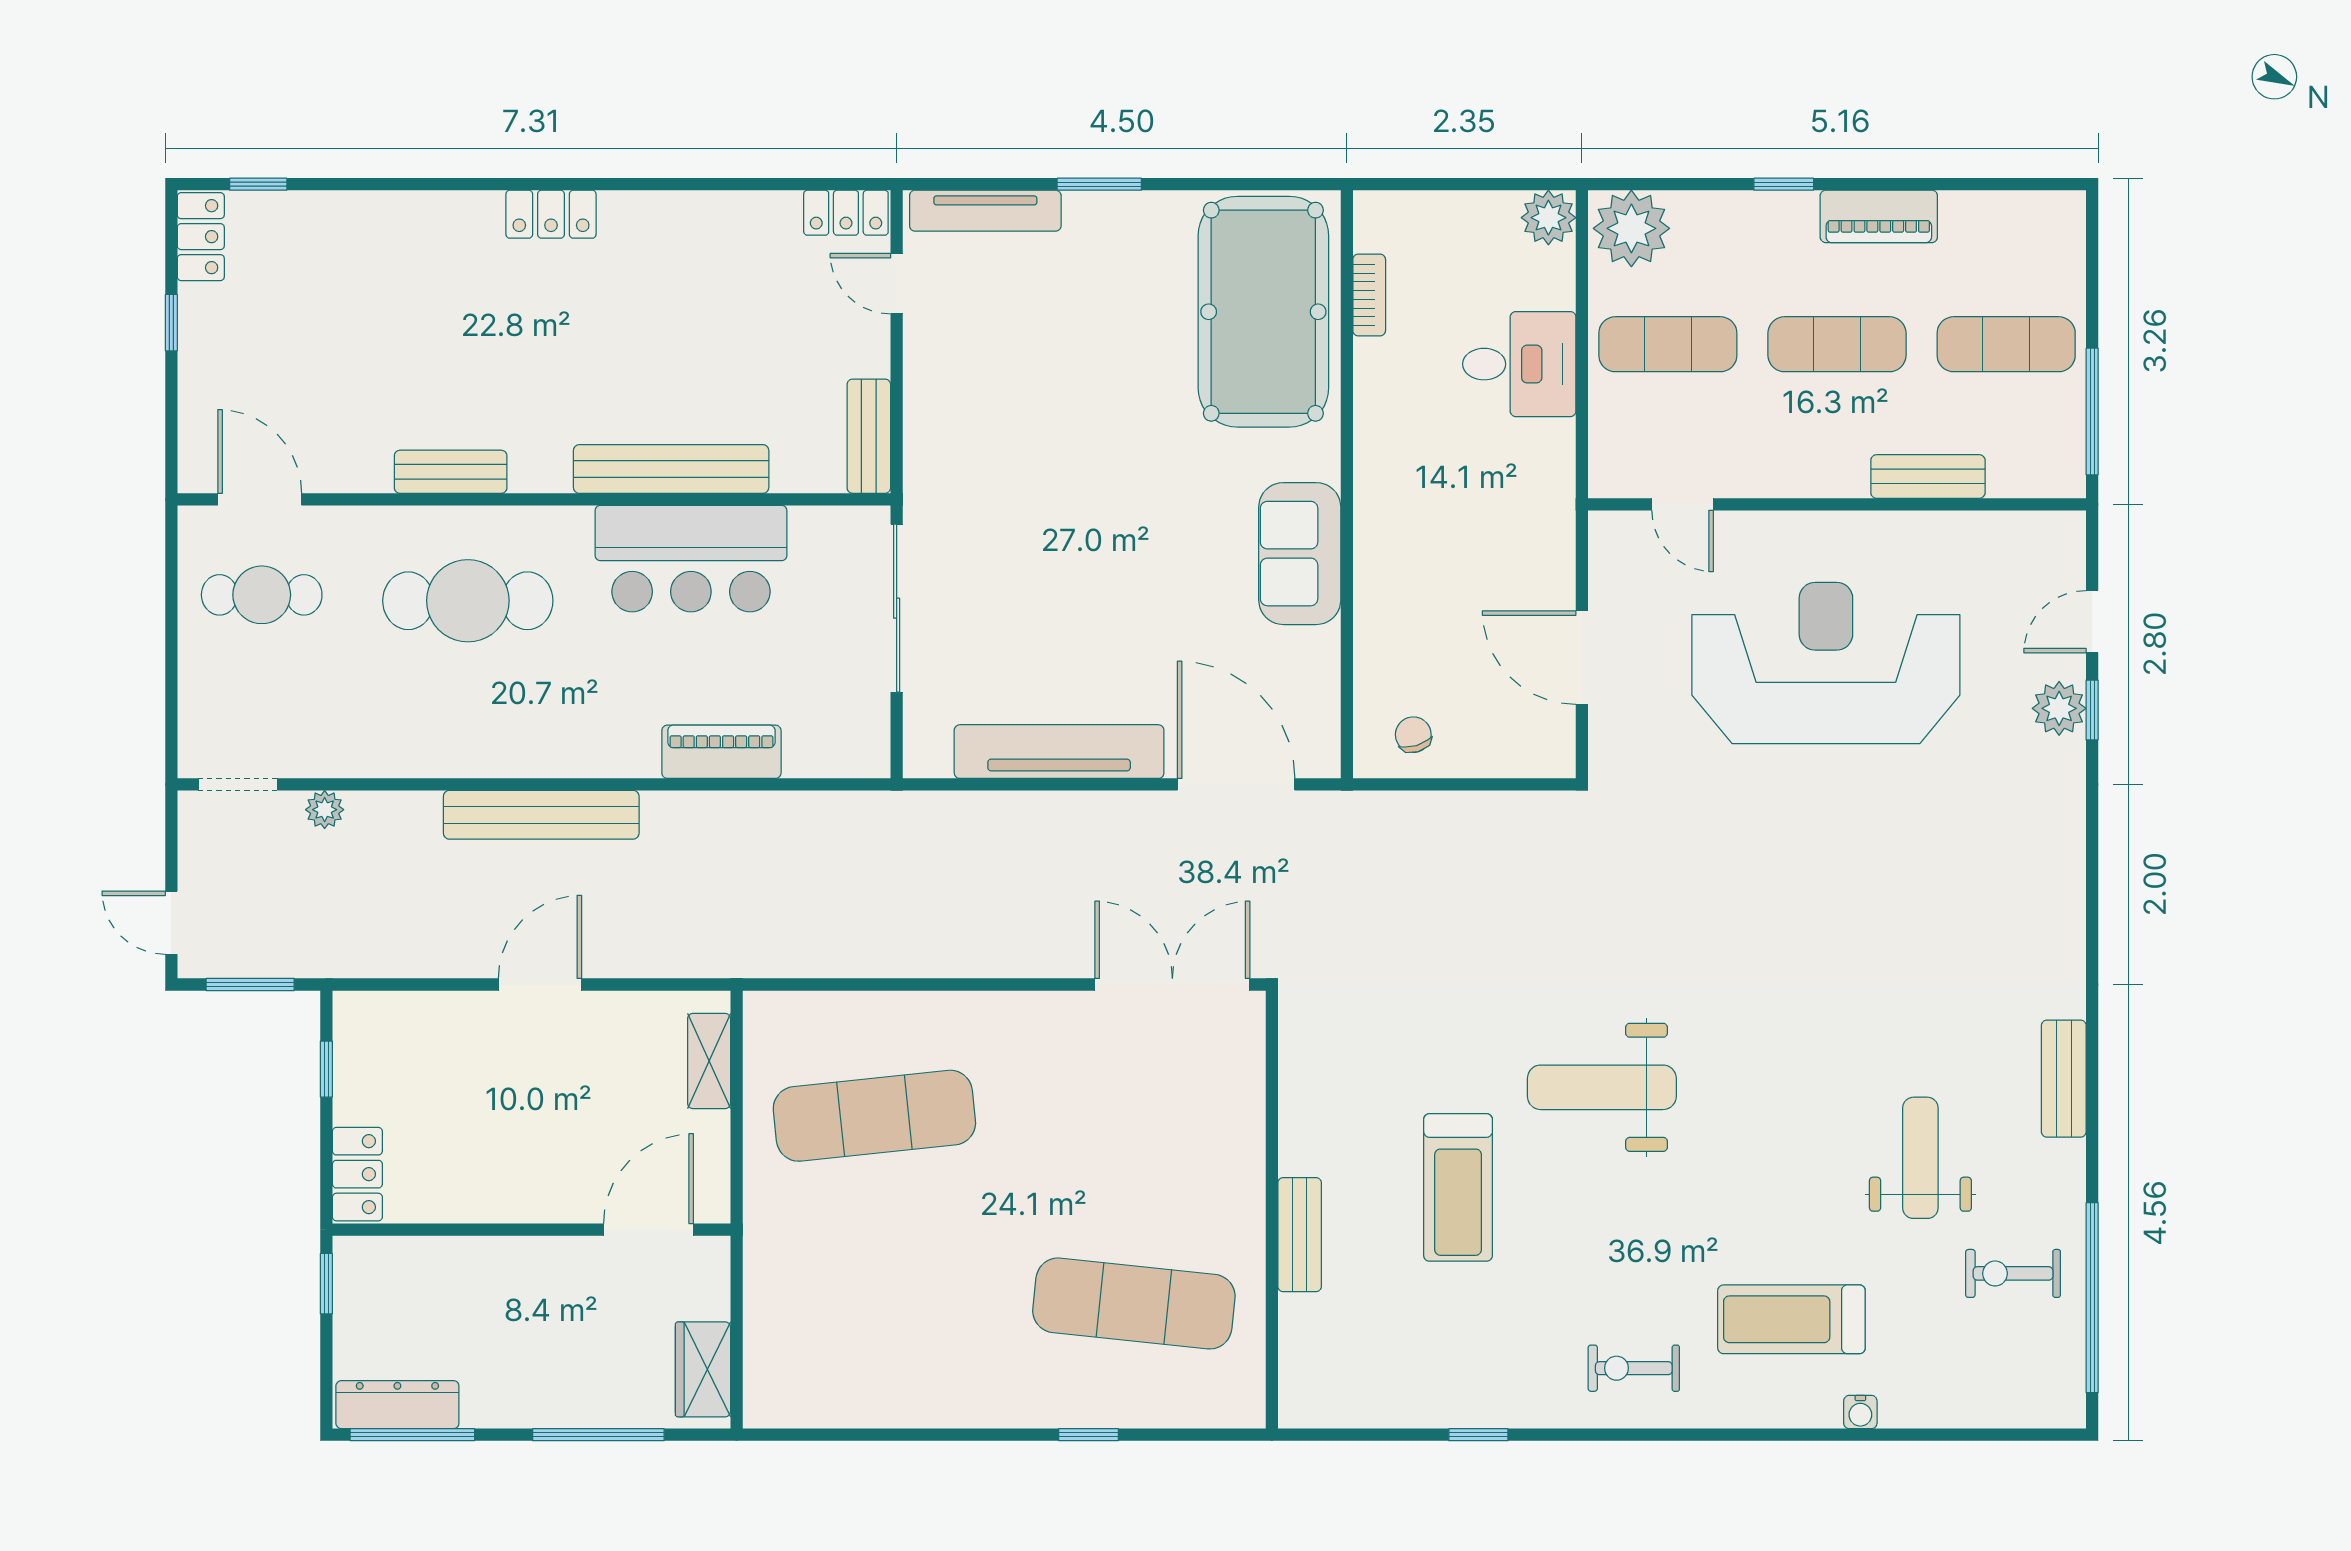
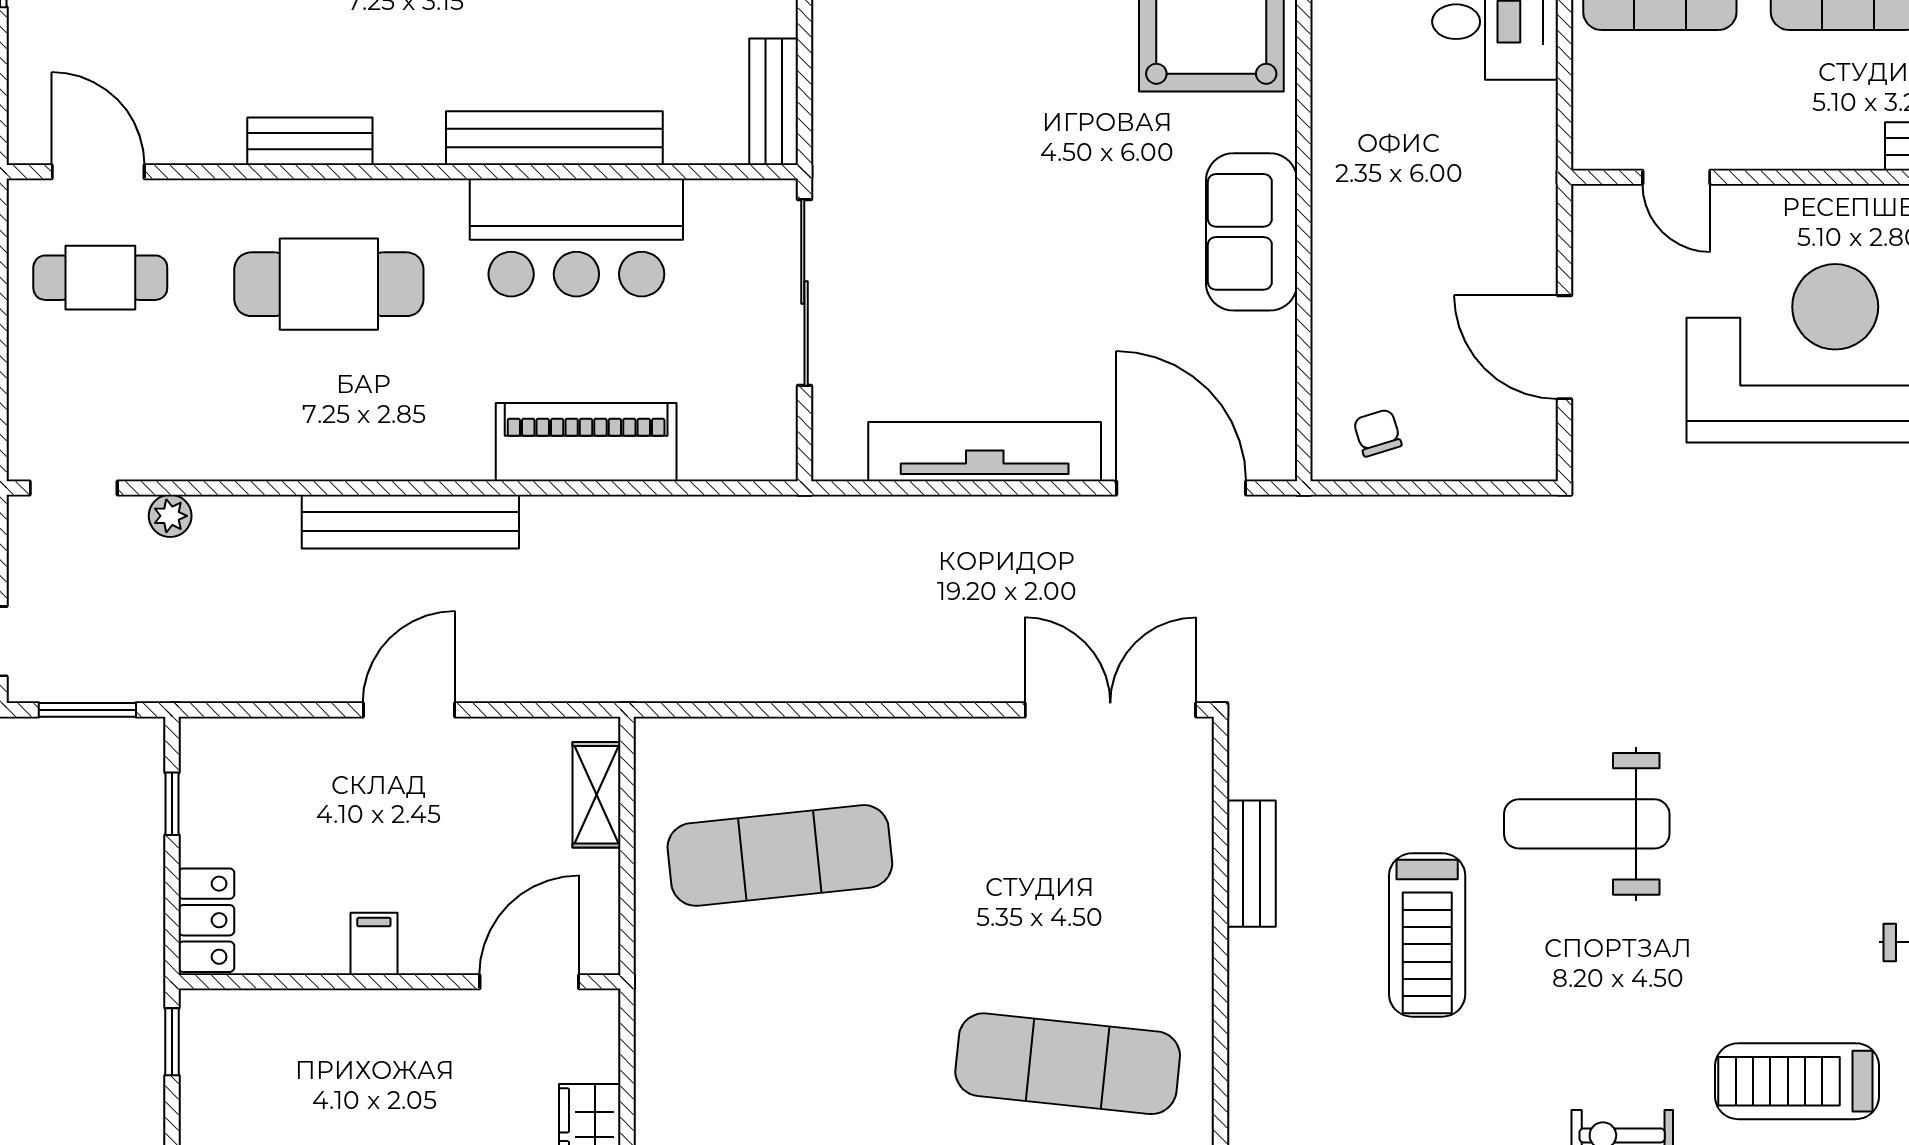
piano: (721, 752) -> (586, 442), width x1.37, depth x1.33
filing cabinet: (508, 1195) -> (374, 944), added
bench: (1300, 1235) -> (1251, 864), moved

